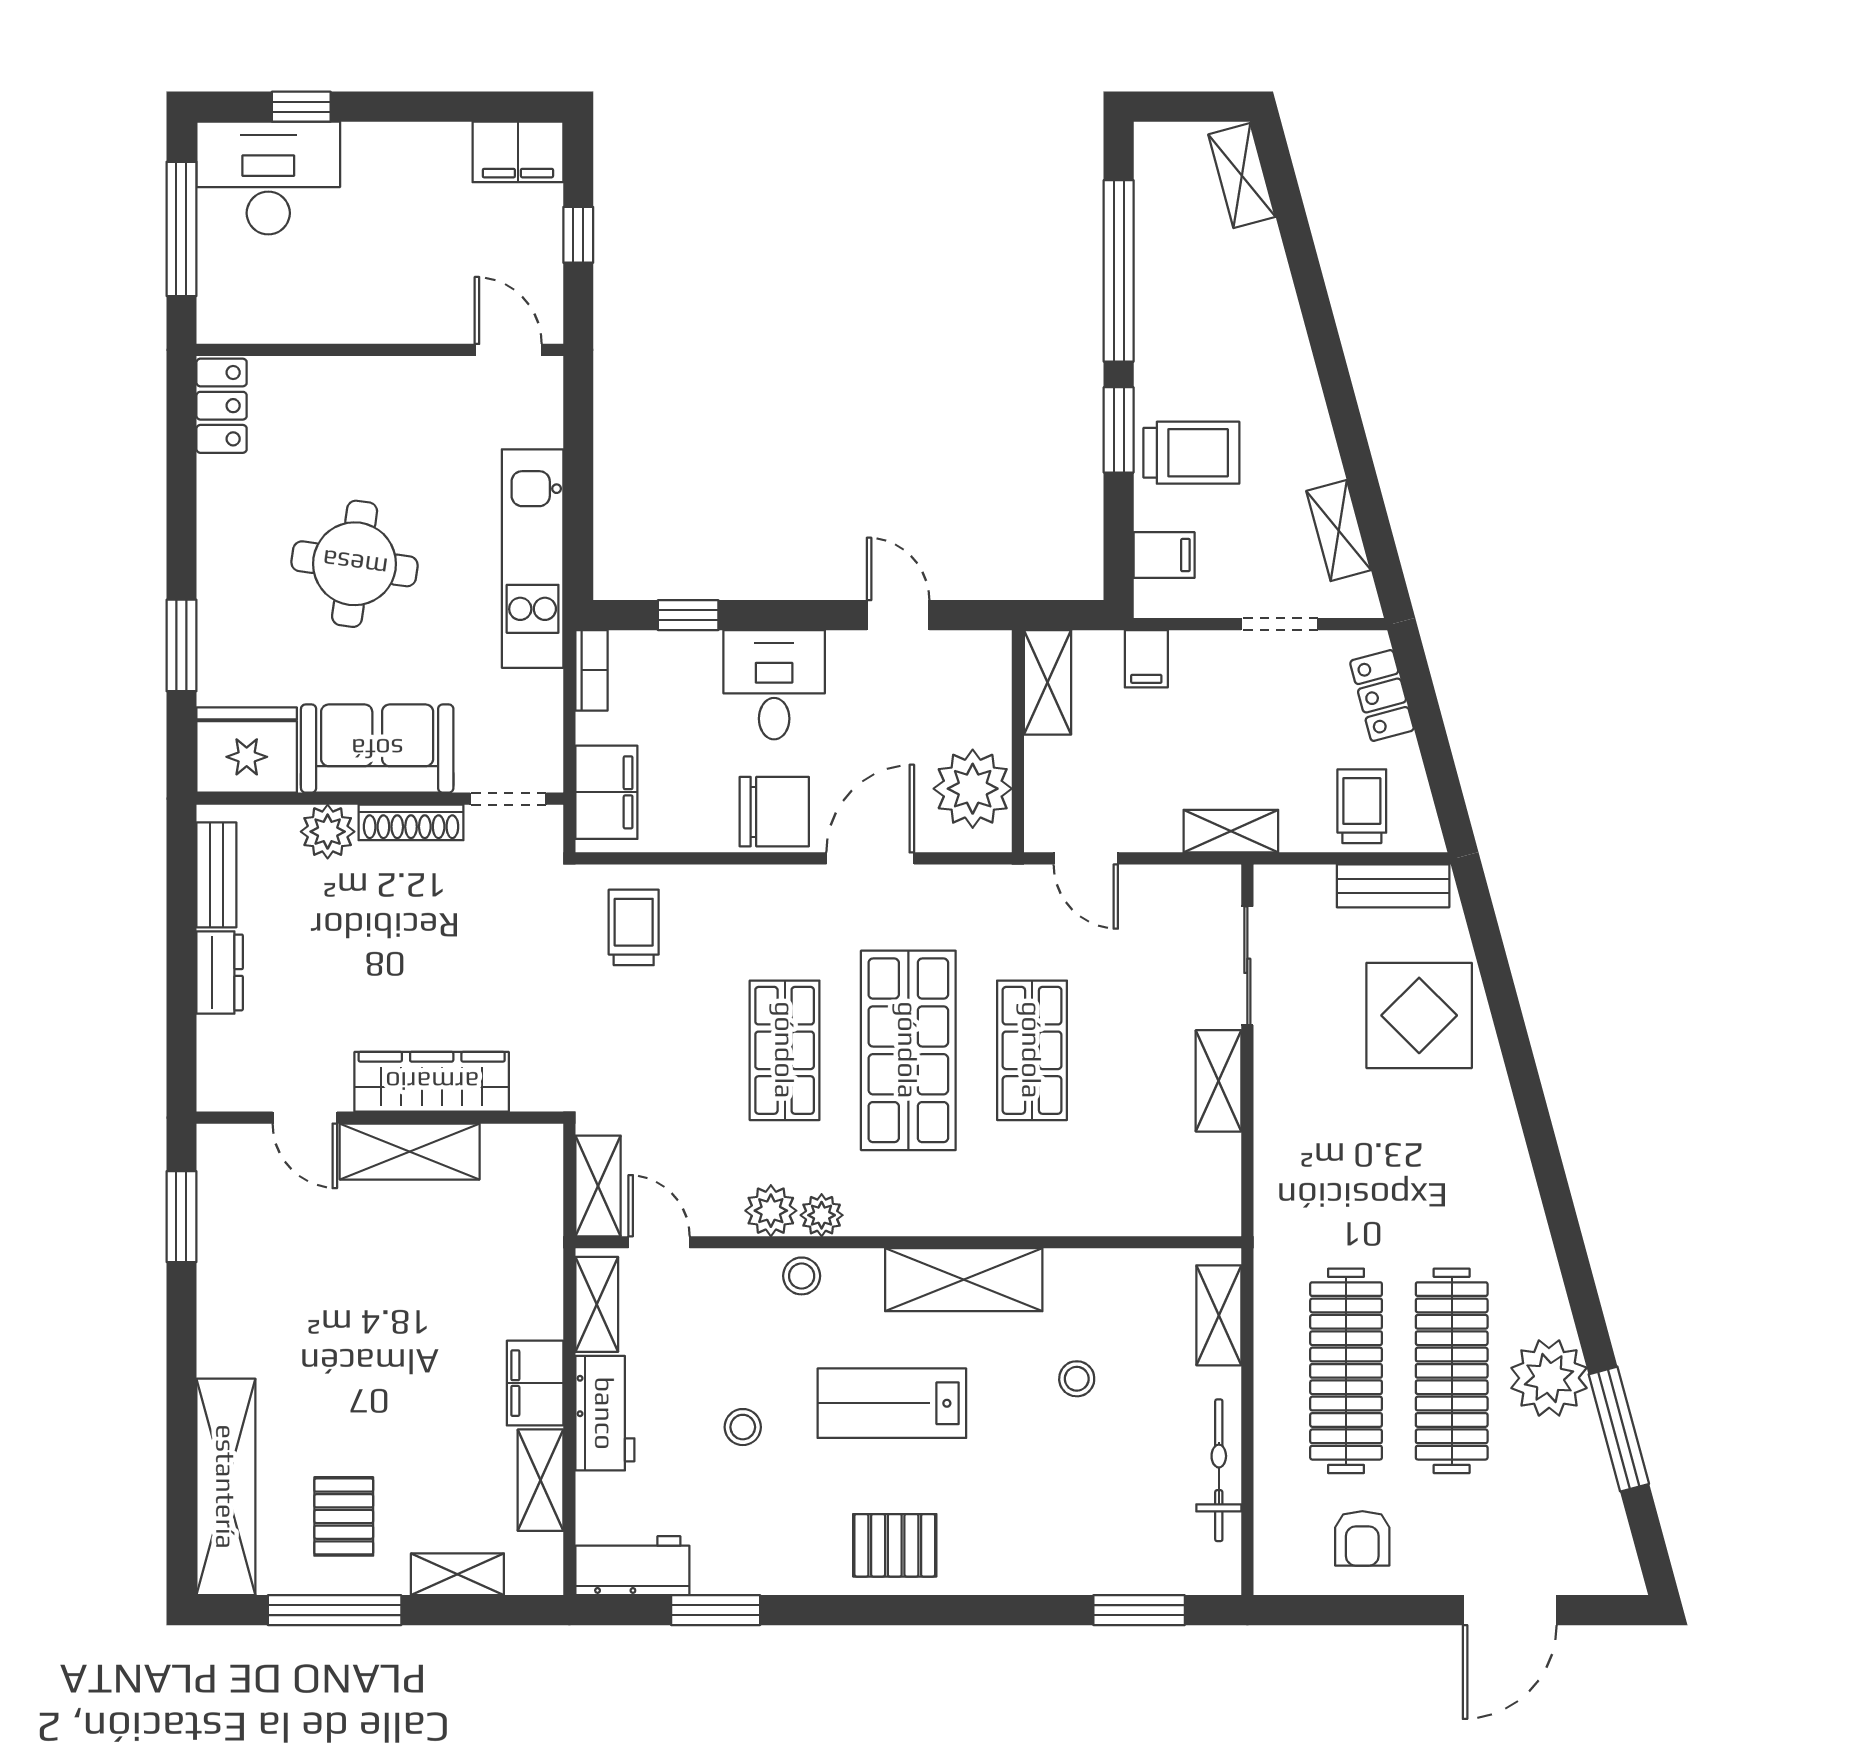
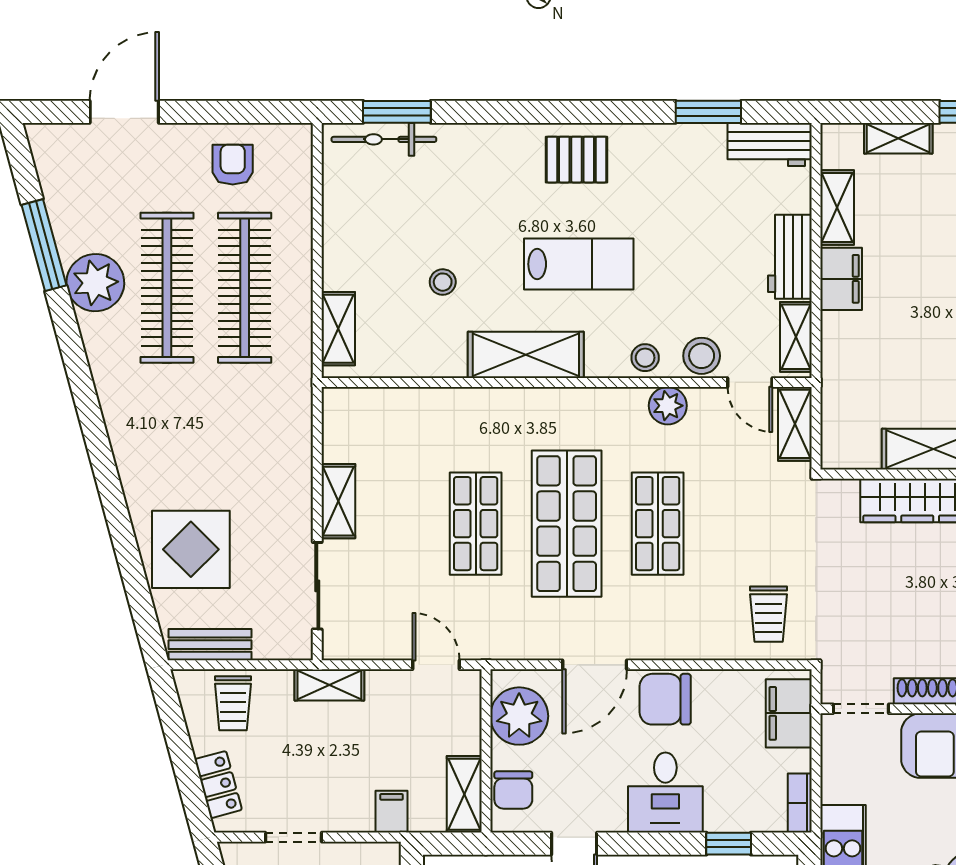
chair: (981, 688) -> (513, 790), added
plant: (822, 1215) -> (630, 402), removed
stool: (743, 1427) -> (702, 356), moved, width x1.37, depth x1.37
bicycle: (1219, 1470) -> (384, 139), moved, turned 90

